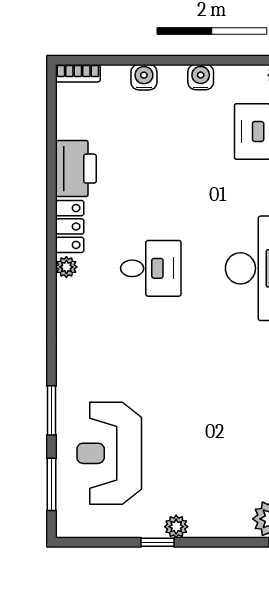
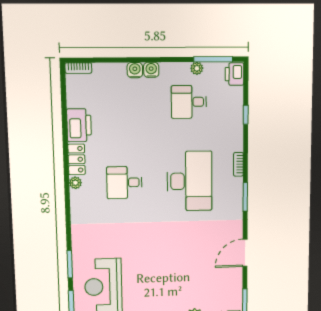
water cooler: (144, 77) -> (135, 70), moved
desk: (151, 268) -> (124, 183), turned 180

